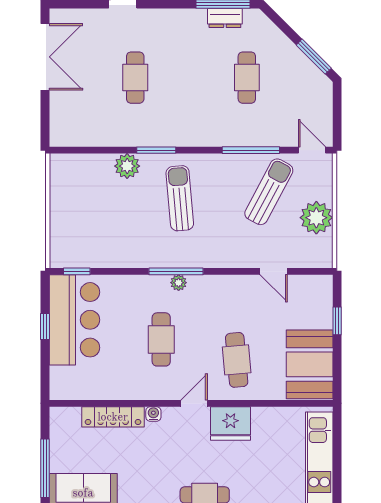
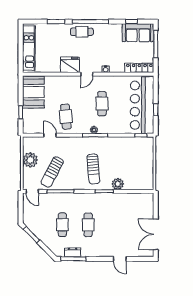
cafe table: (135, 78) -> (88, 225), moved
bar counter: (74, 320) -> (142, 105), width x1.36
cafe table: (237, 360) -> (66, 117), moved
locker: (113, 417) -> (139, 68), moved

